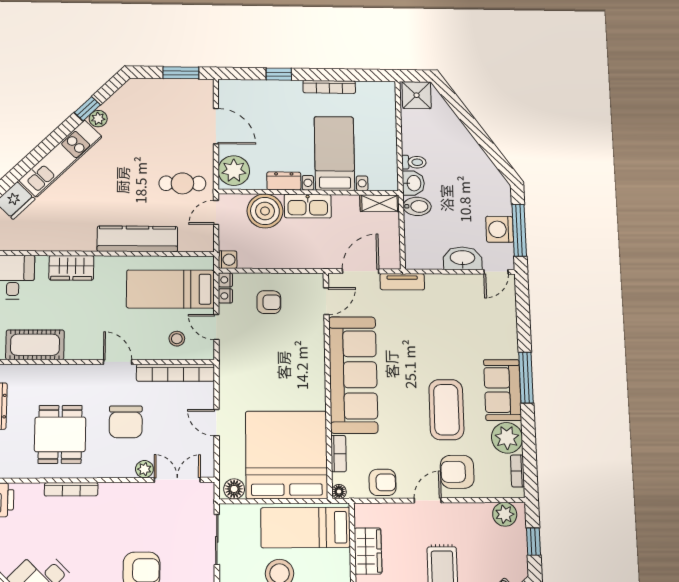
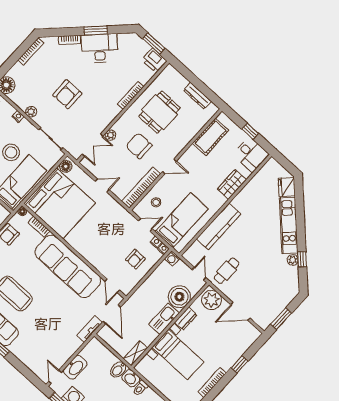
dining table: (60, 434) -> (160, 112), turned 90

